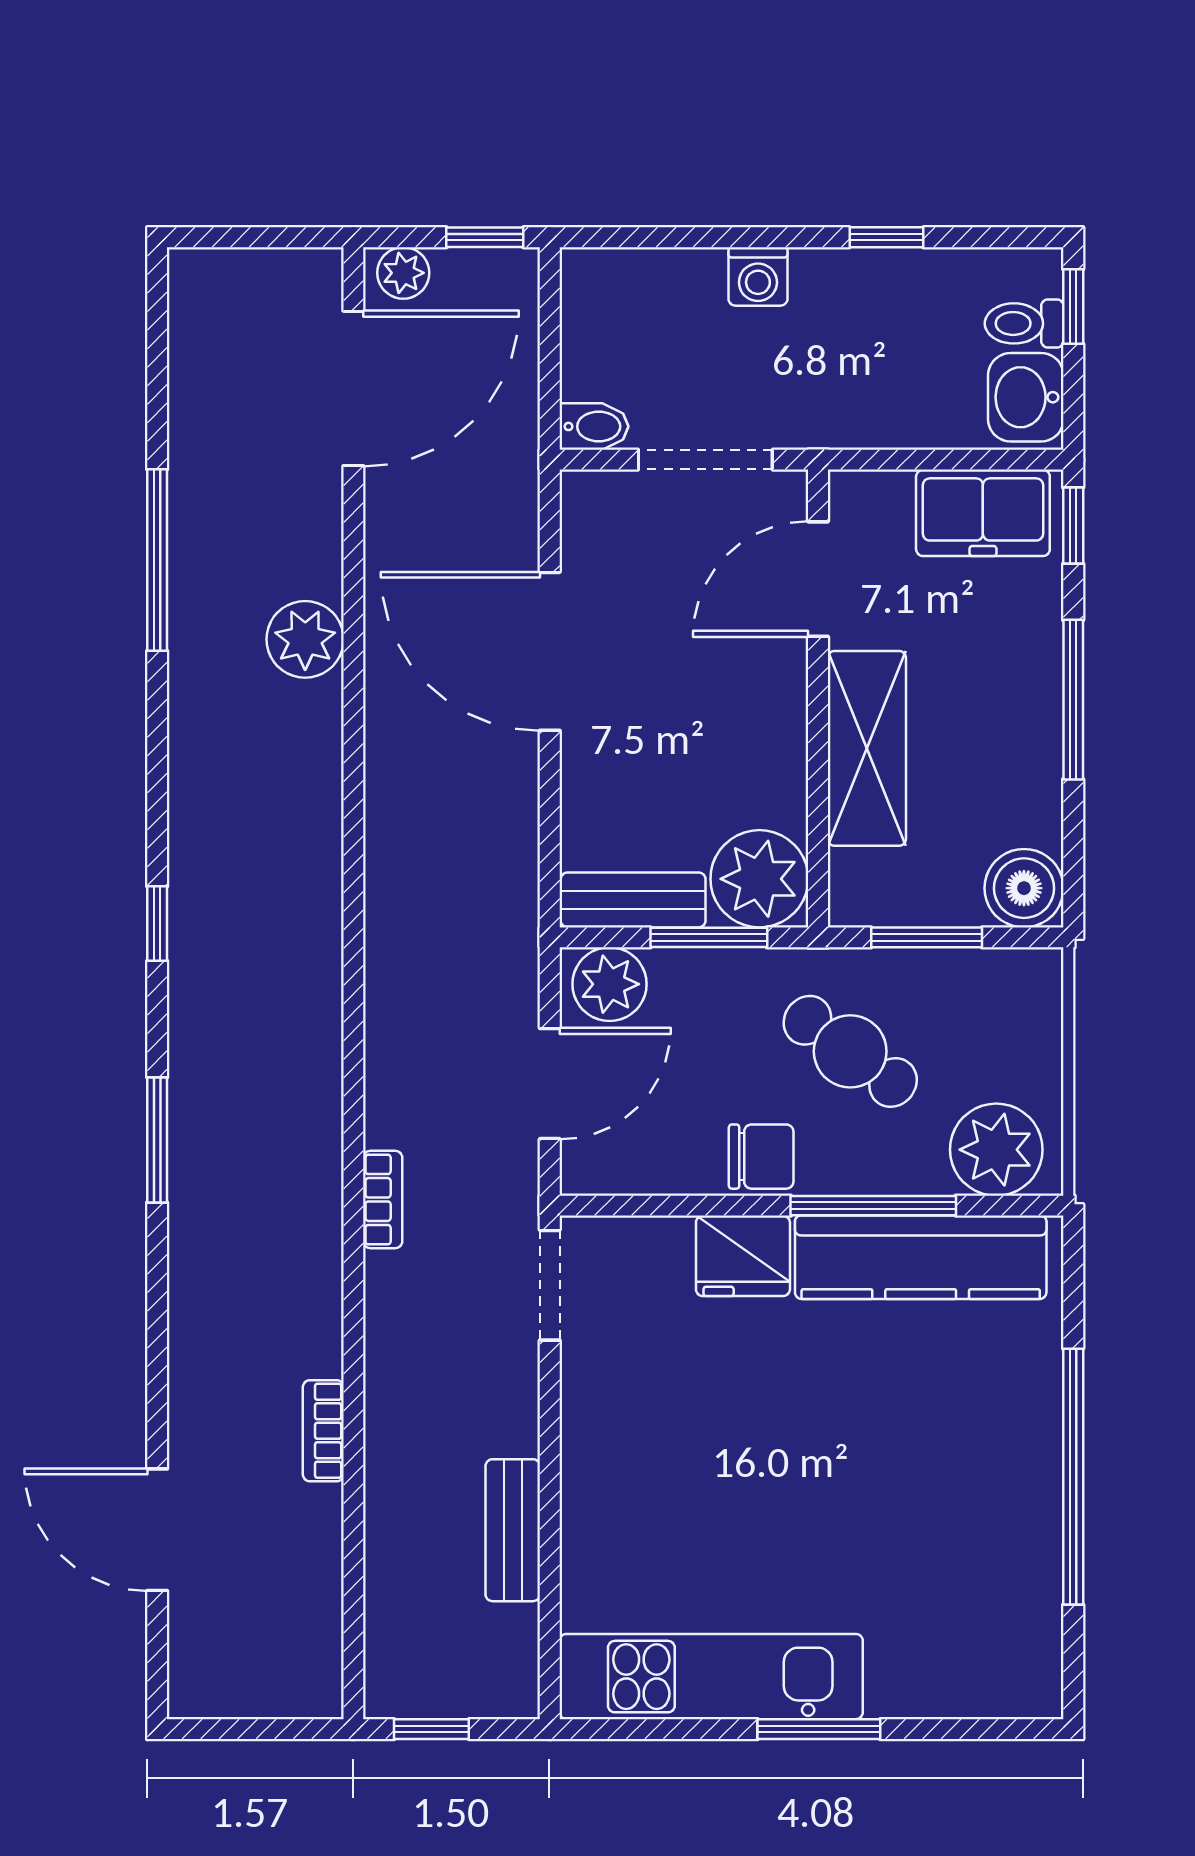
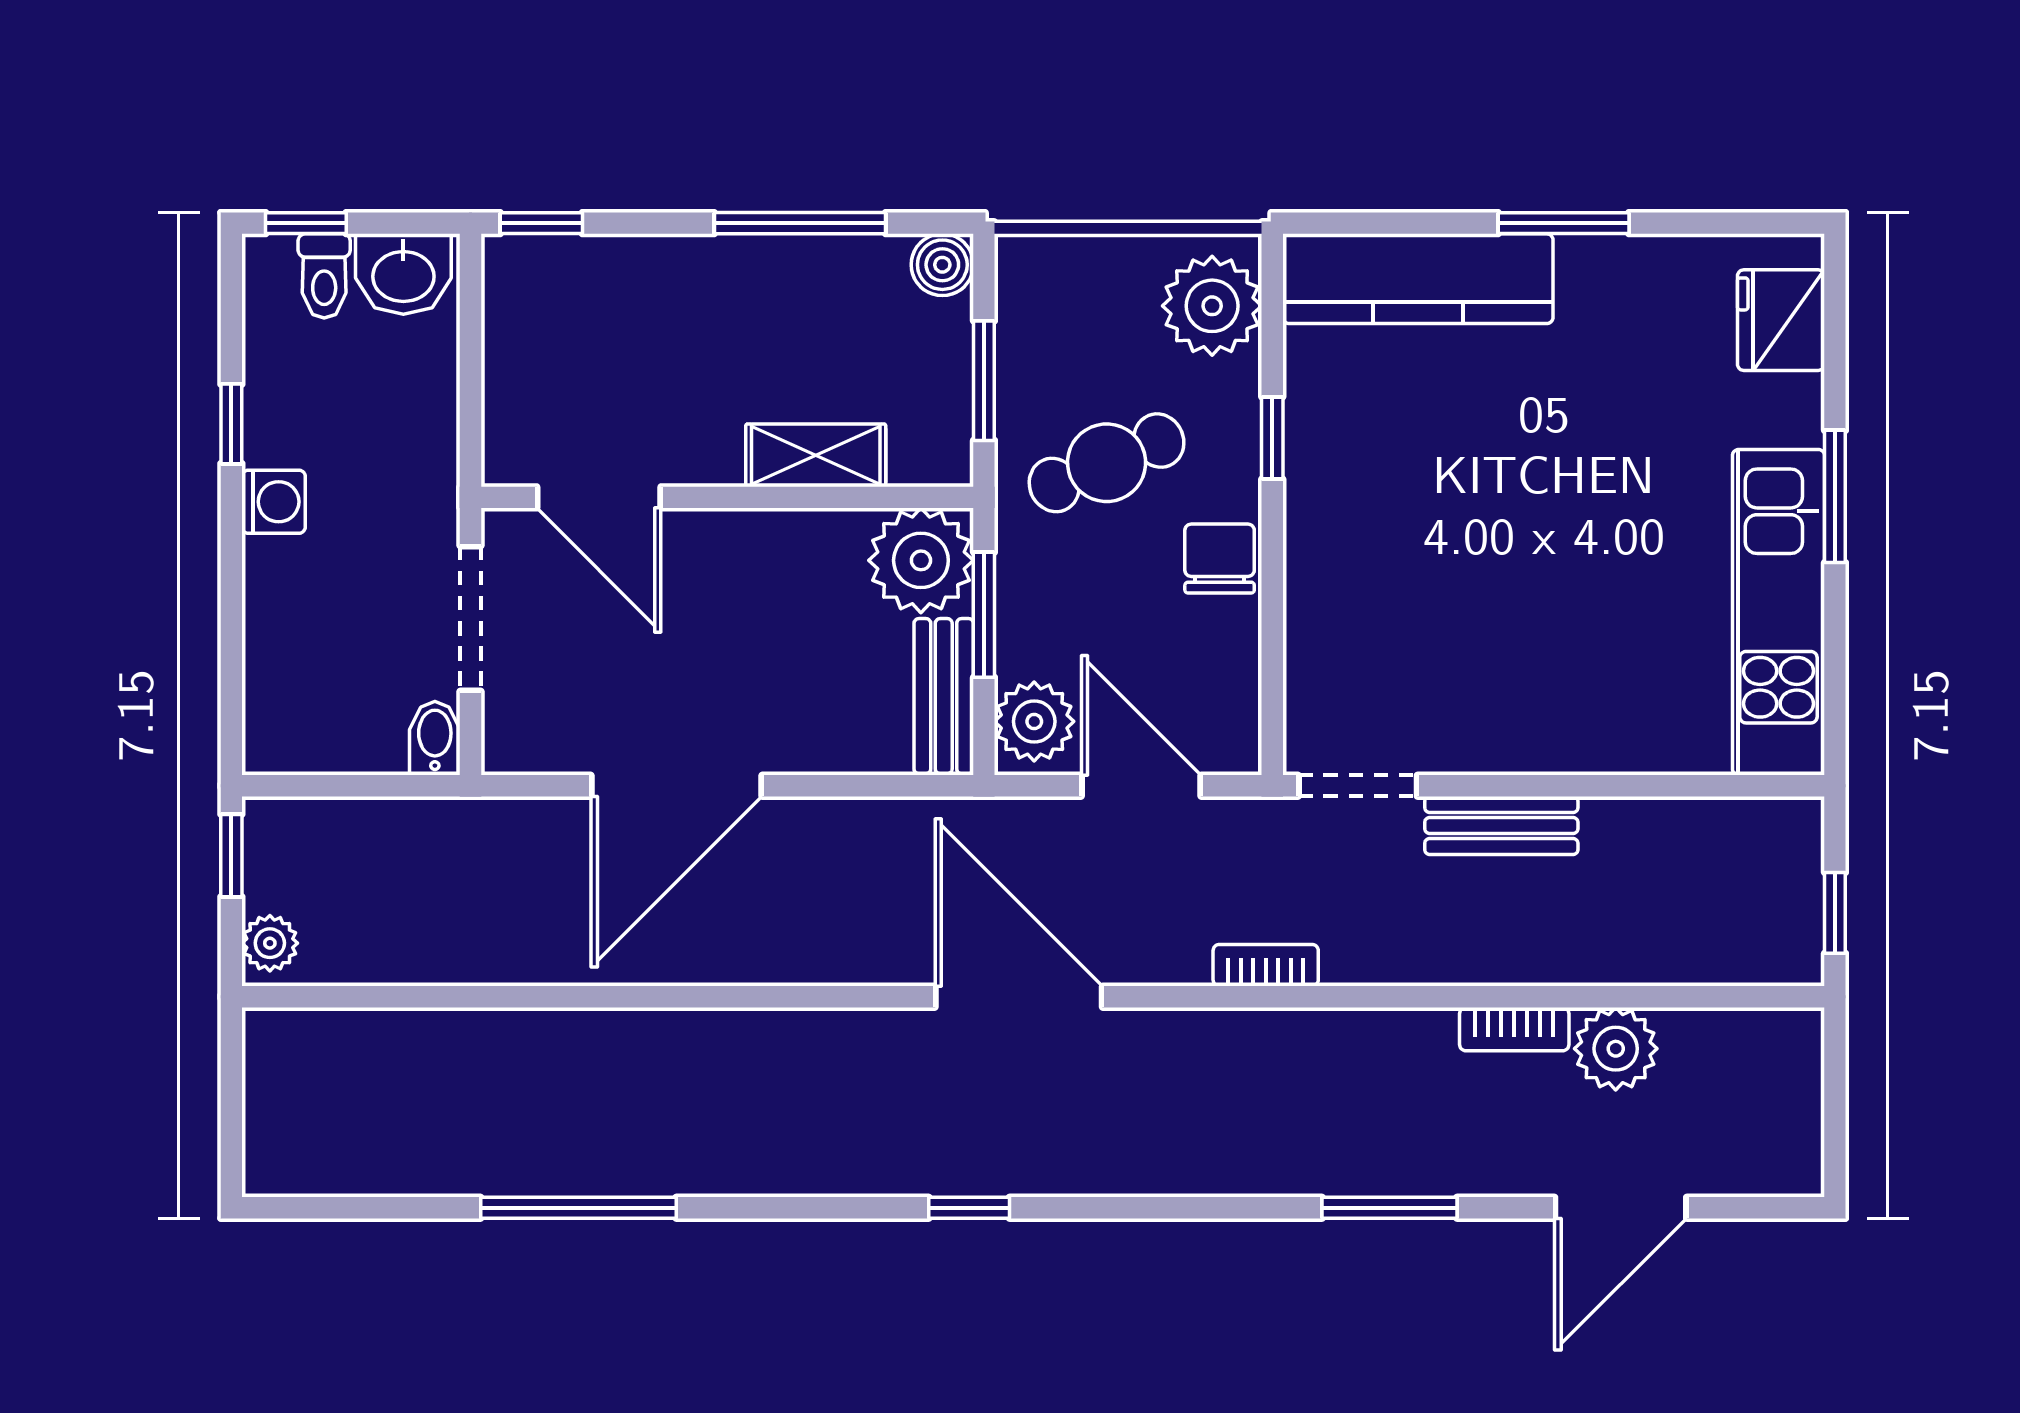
washing machine: (758, 276) -> (274, 502), moved
door: (353, 388) -> (1019, 997), moved
freezer: (983, 513) -> (528, 320), removed
plant: (305, 639) -> (1616, 1049), moved
window: (1073, 700) -> (800, 223), moved
shelving: (867, 748) -> (816, 455), width x0.67, depth x0.75
boiler: (1024, 888) -> (942, 265), width x0.73, depth x0.73
cafe table: (850, 1051) -> (1107, 463), turned 31
window: (157, 1140) -> (1389, 1208), moved
window: (873, 1206) -> (1272, 438), width x0.46
fridge: (743, 1256) -> (1781, 320), moved, turned 180
kitchen counter: (921, 1257) -> (1418, 279), moved, turned 90
window: (1073, 1477) -> (1564, 223), width x0.47
bench: (513, 1530) -> (1501, 825), moved

